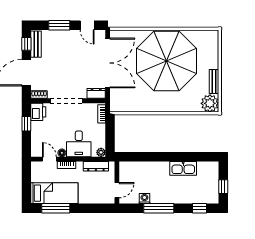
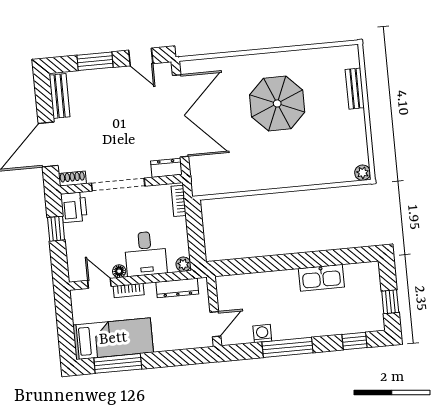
window: (26, 44) -> (44, 97), removed
parasol: (166, 61) -> (277, 103), width x0.54, depth x0.54
bench: (214, 82) -> (355, 89), moved
plant: (210, 103) -> (363, 173), width x0.53, depth x0.53

